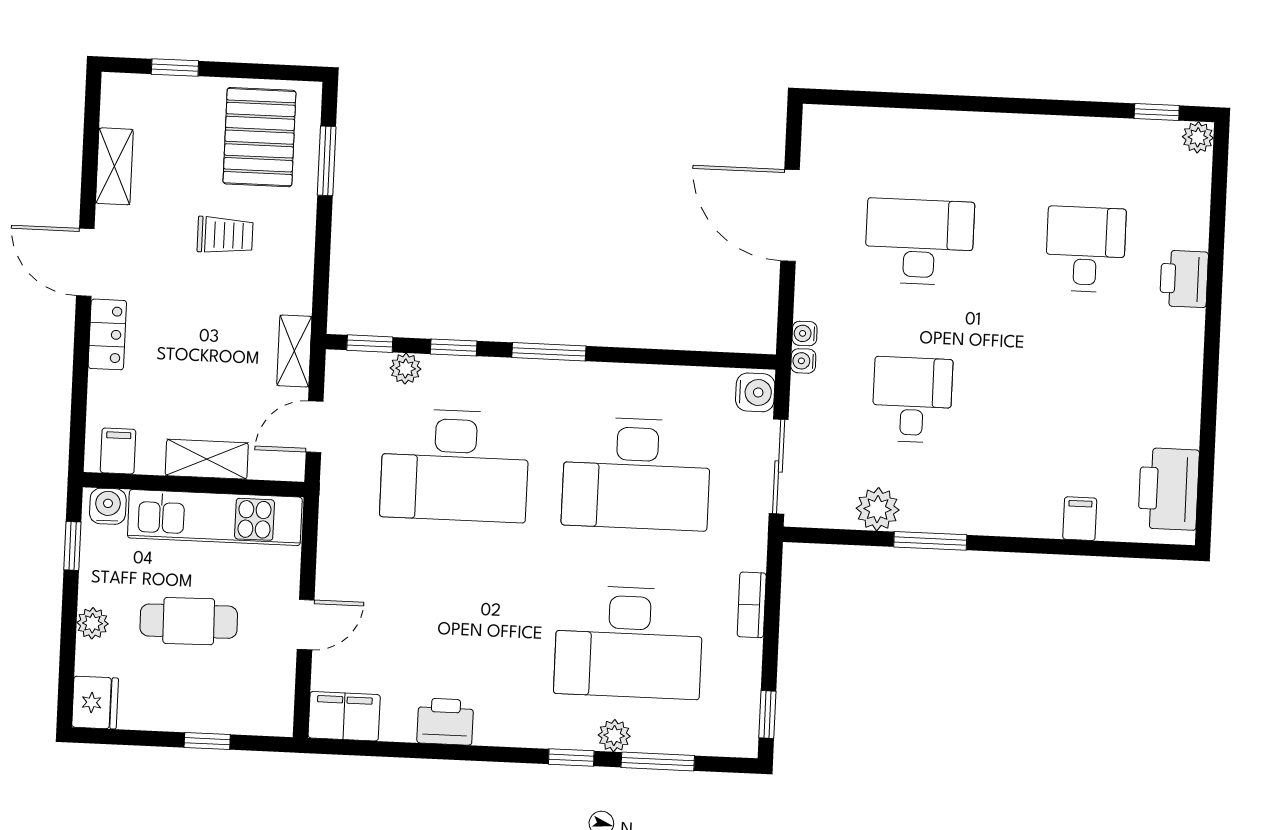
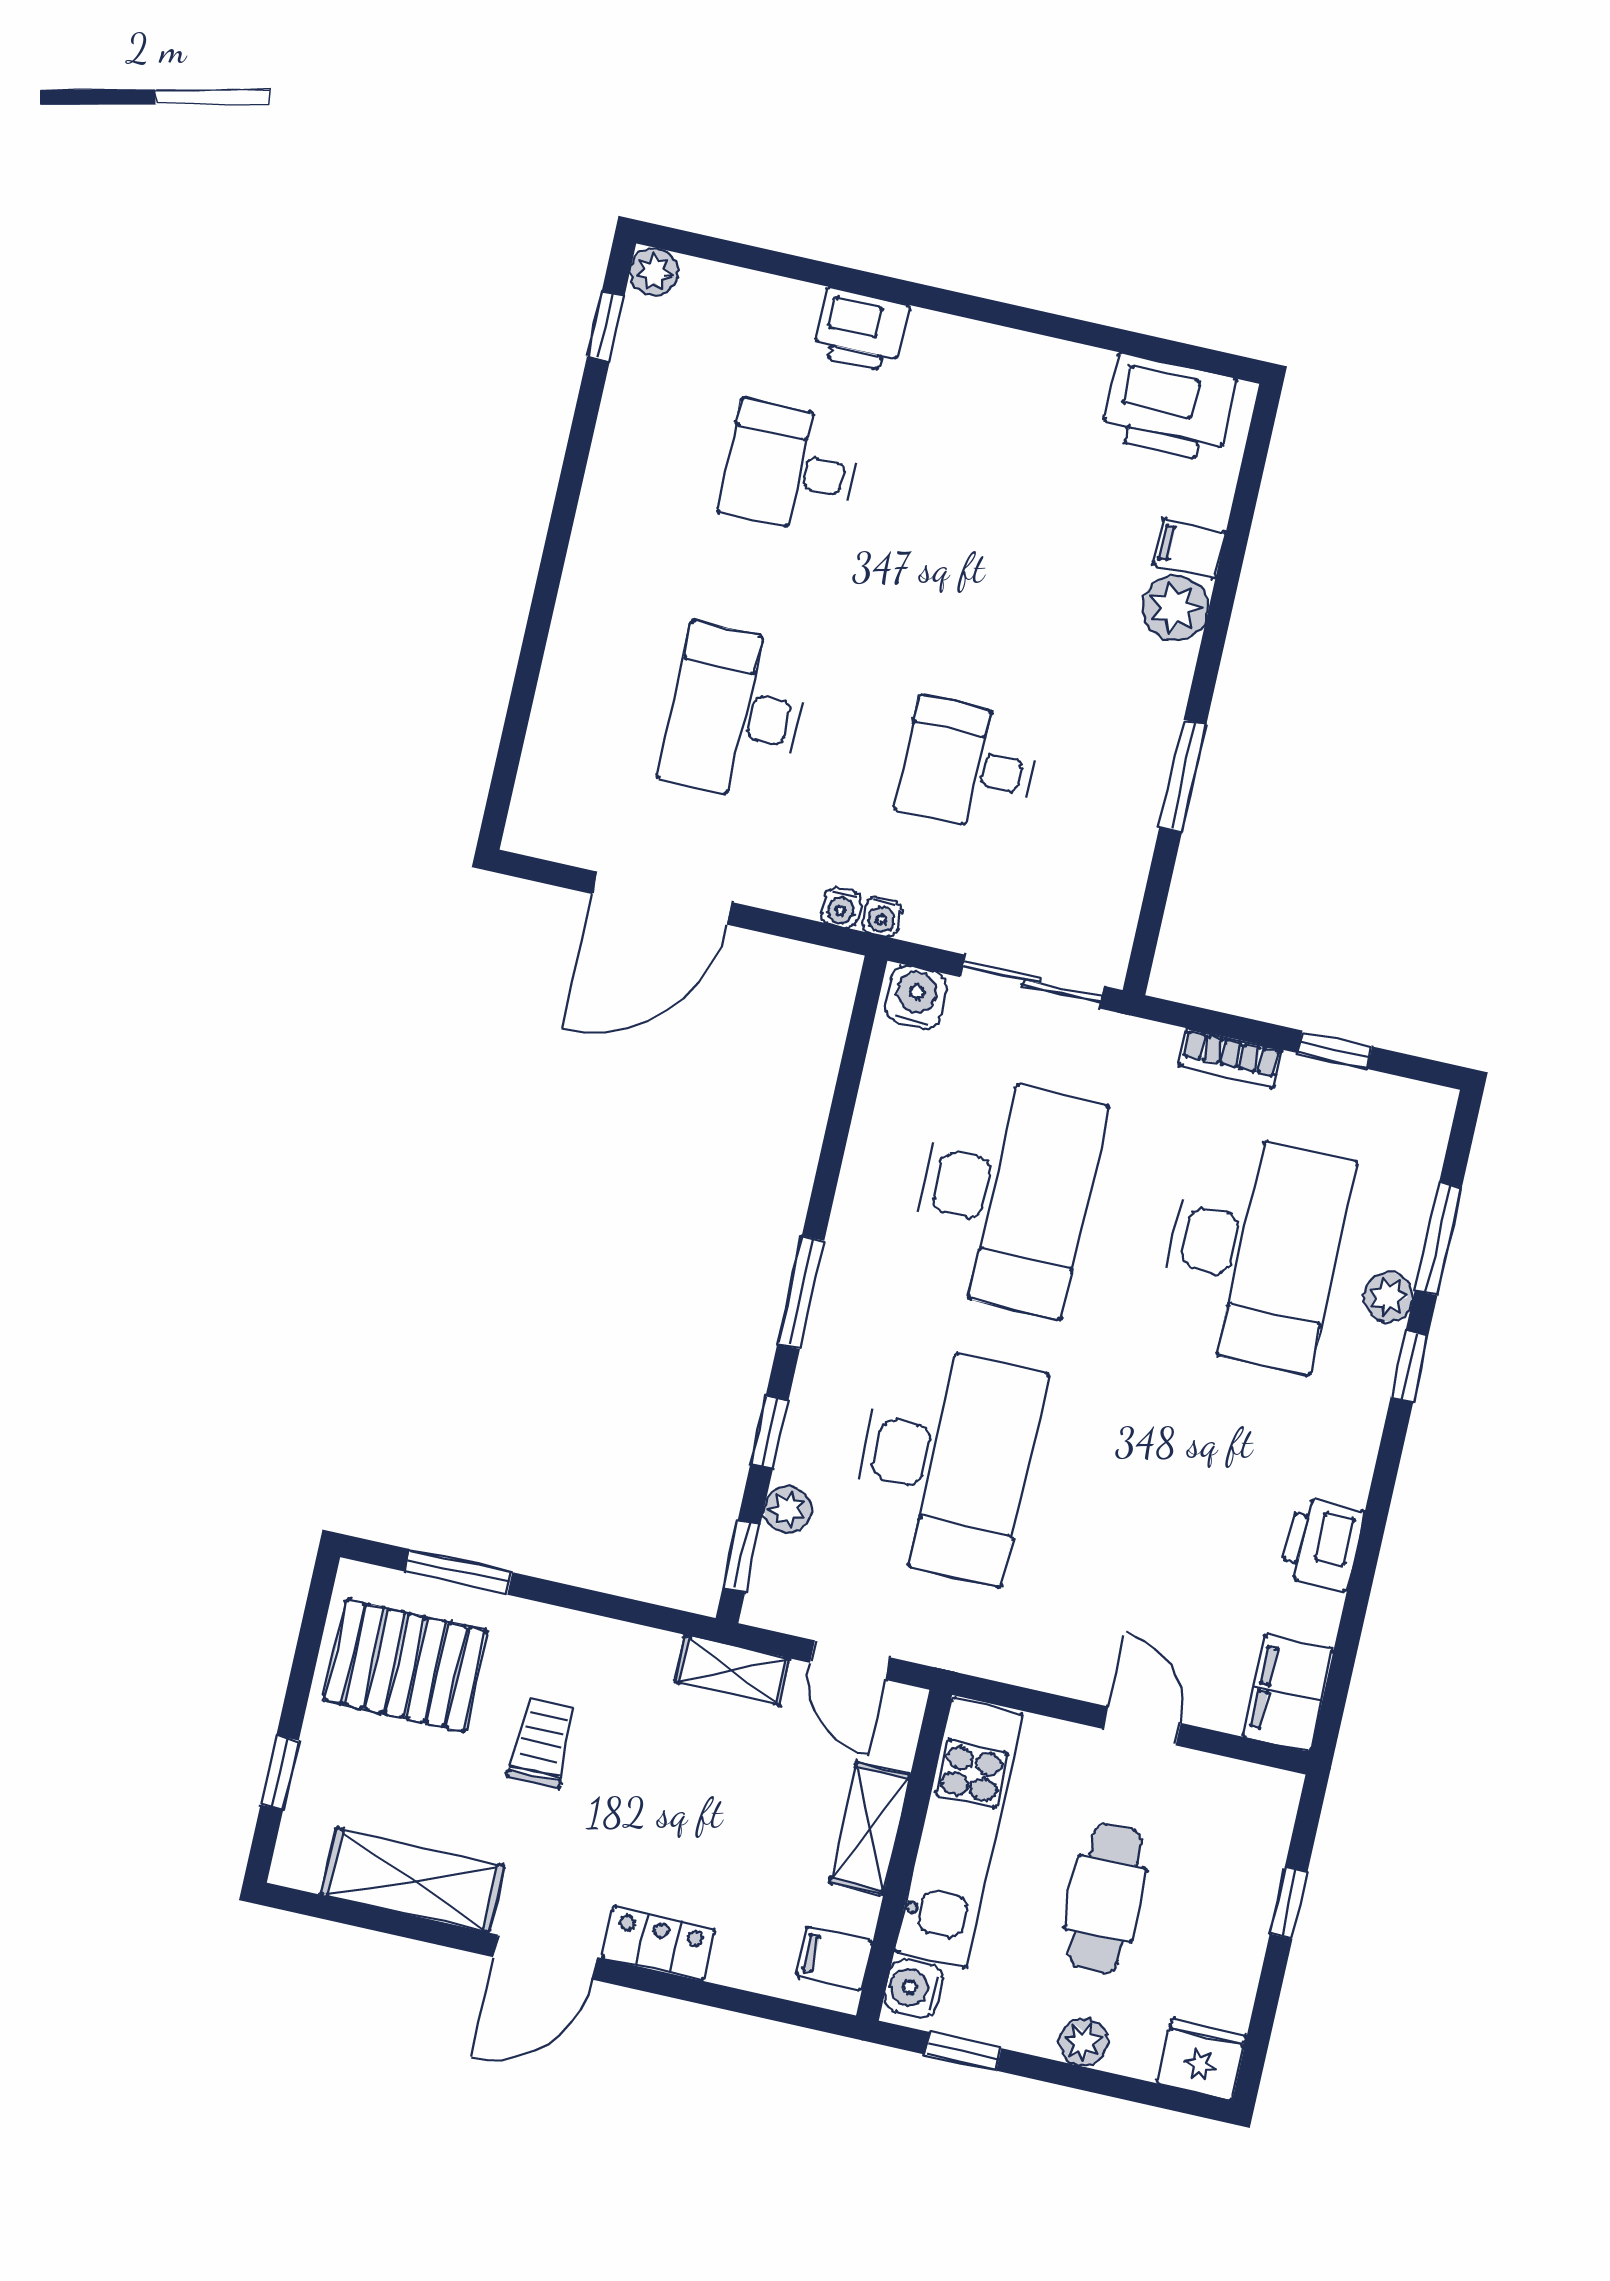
shelving: (114, 166) -> (412, 1880), width x1.50, depth x1.33
plant: (878, 509) -> (1175, 608), moved
window: (767, 714) -> (1335, 1050), moved

